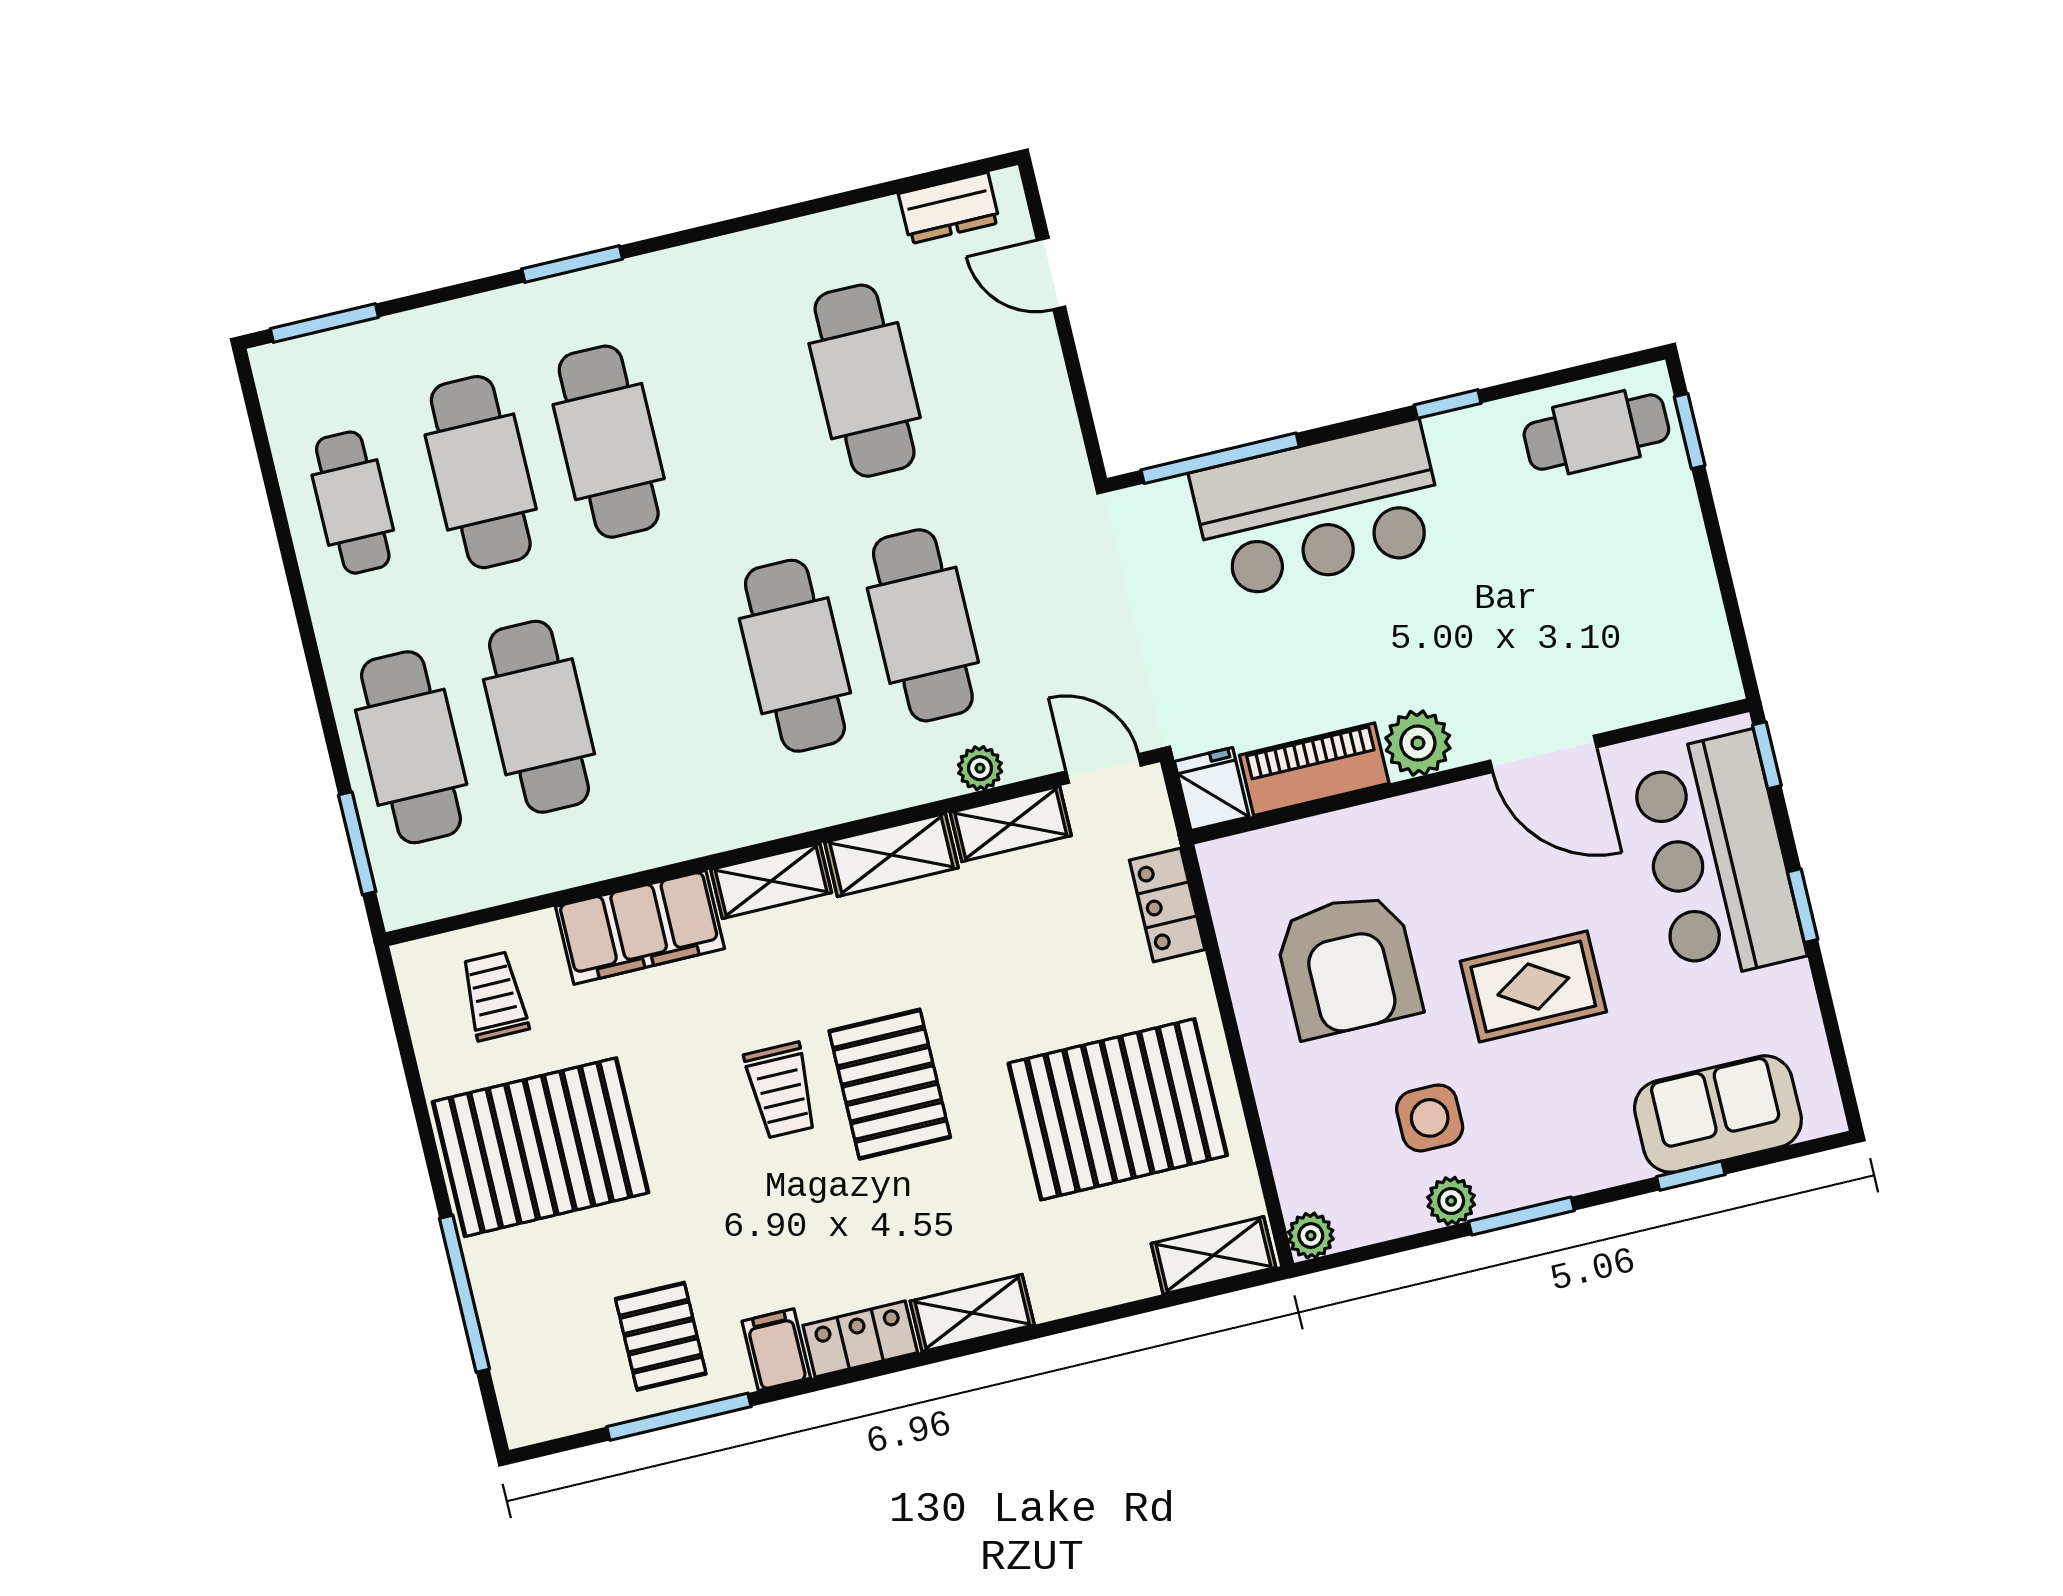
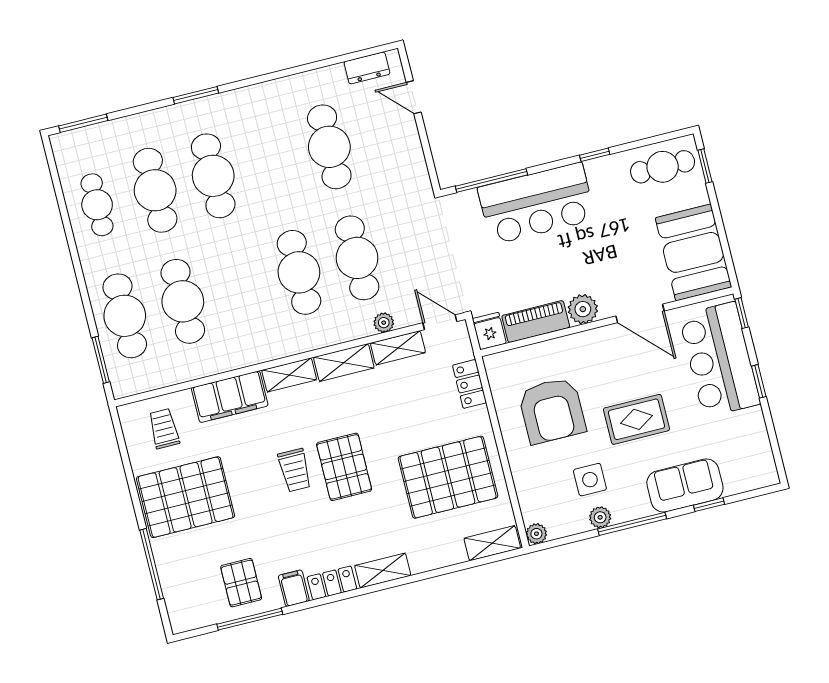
booth: (1662, 621) -> (694, 252), added
sofa: (1718, 1114) -> (685, 486), moved
window: (1521, 1216) -> (632, 524), width x1.44

